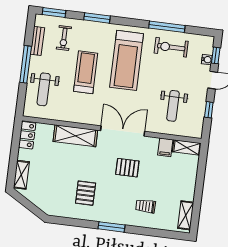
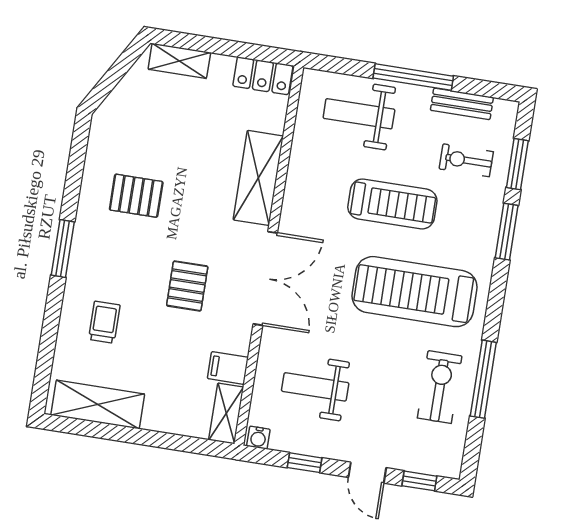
window: (54, 13) -> (517, 164), moved
water cooler: (207, 60) -> (258, 438), moved
shelving: (186, 215) -> (98, 404), width x1.50, depth x1.33

